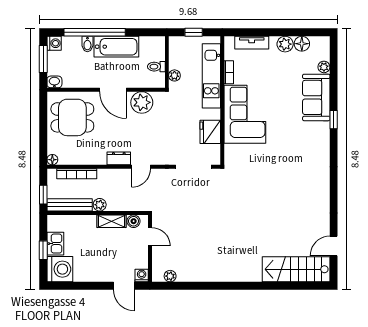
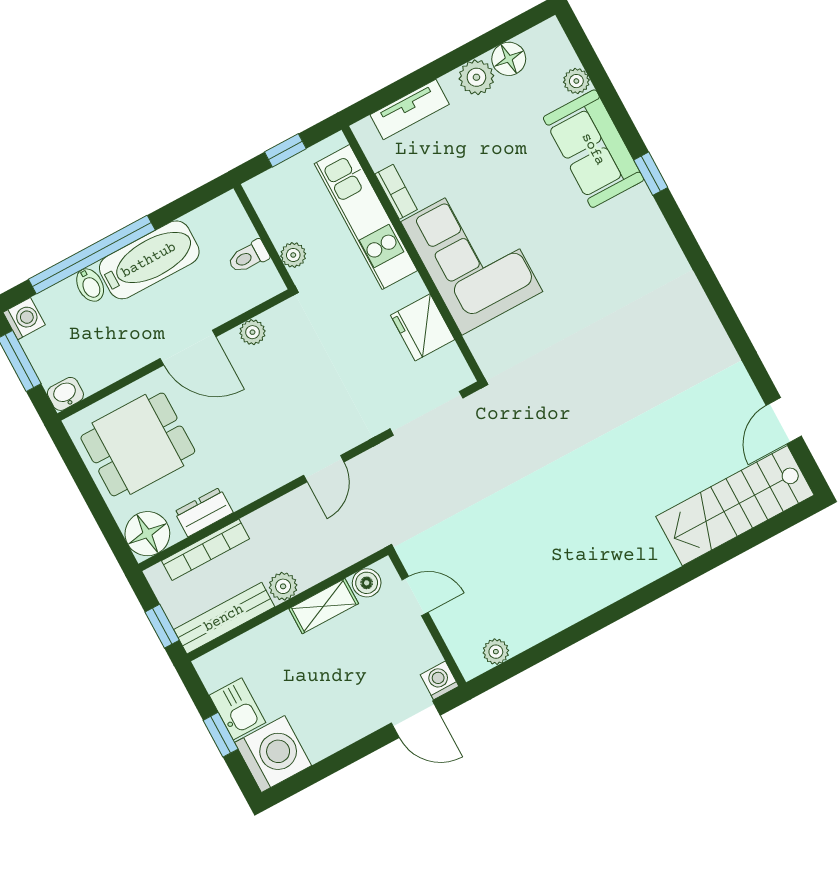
plant: (142, 102) -> (253, 332), width x0.53, depth x0.53
dresser: (119, 158) -> (204, 512), moved
floor lamp: (52, 160) -> (147, 534), width x1.89, depth x1.89

